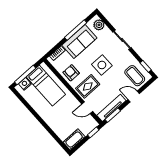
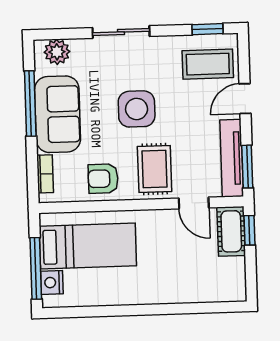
door: (87, 108) -> (194, 203), hinge flipped
cot: (74, 140) -> (231, 231), moved

